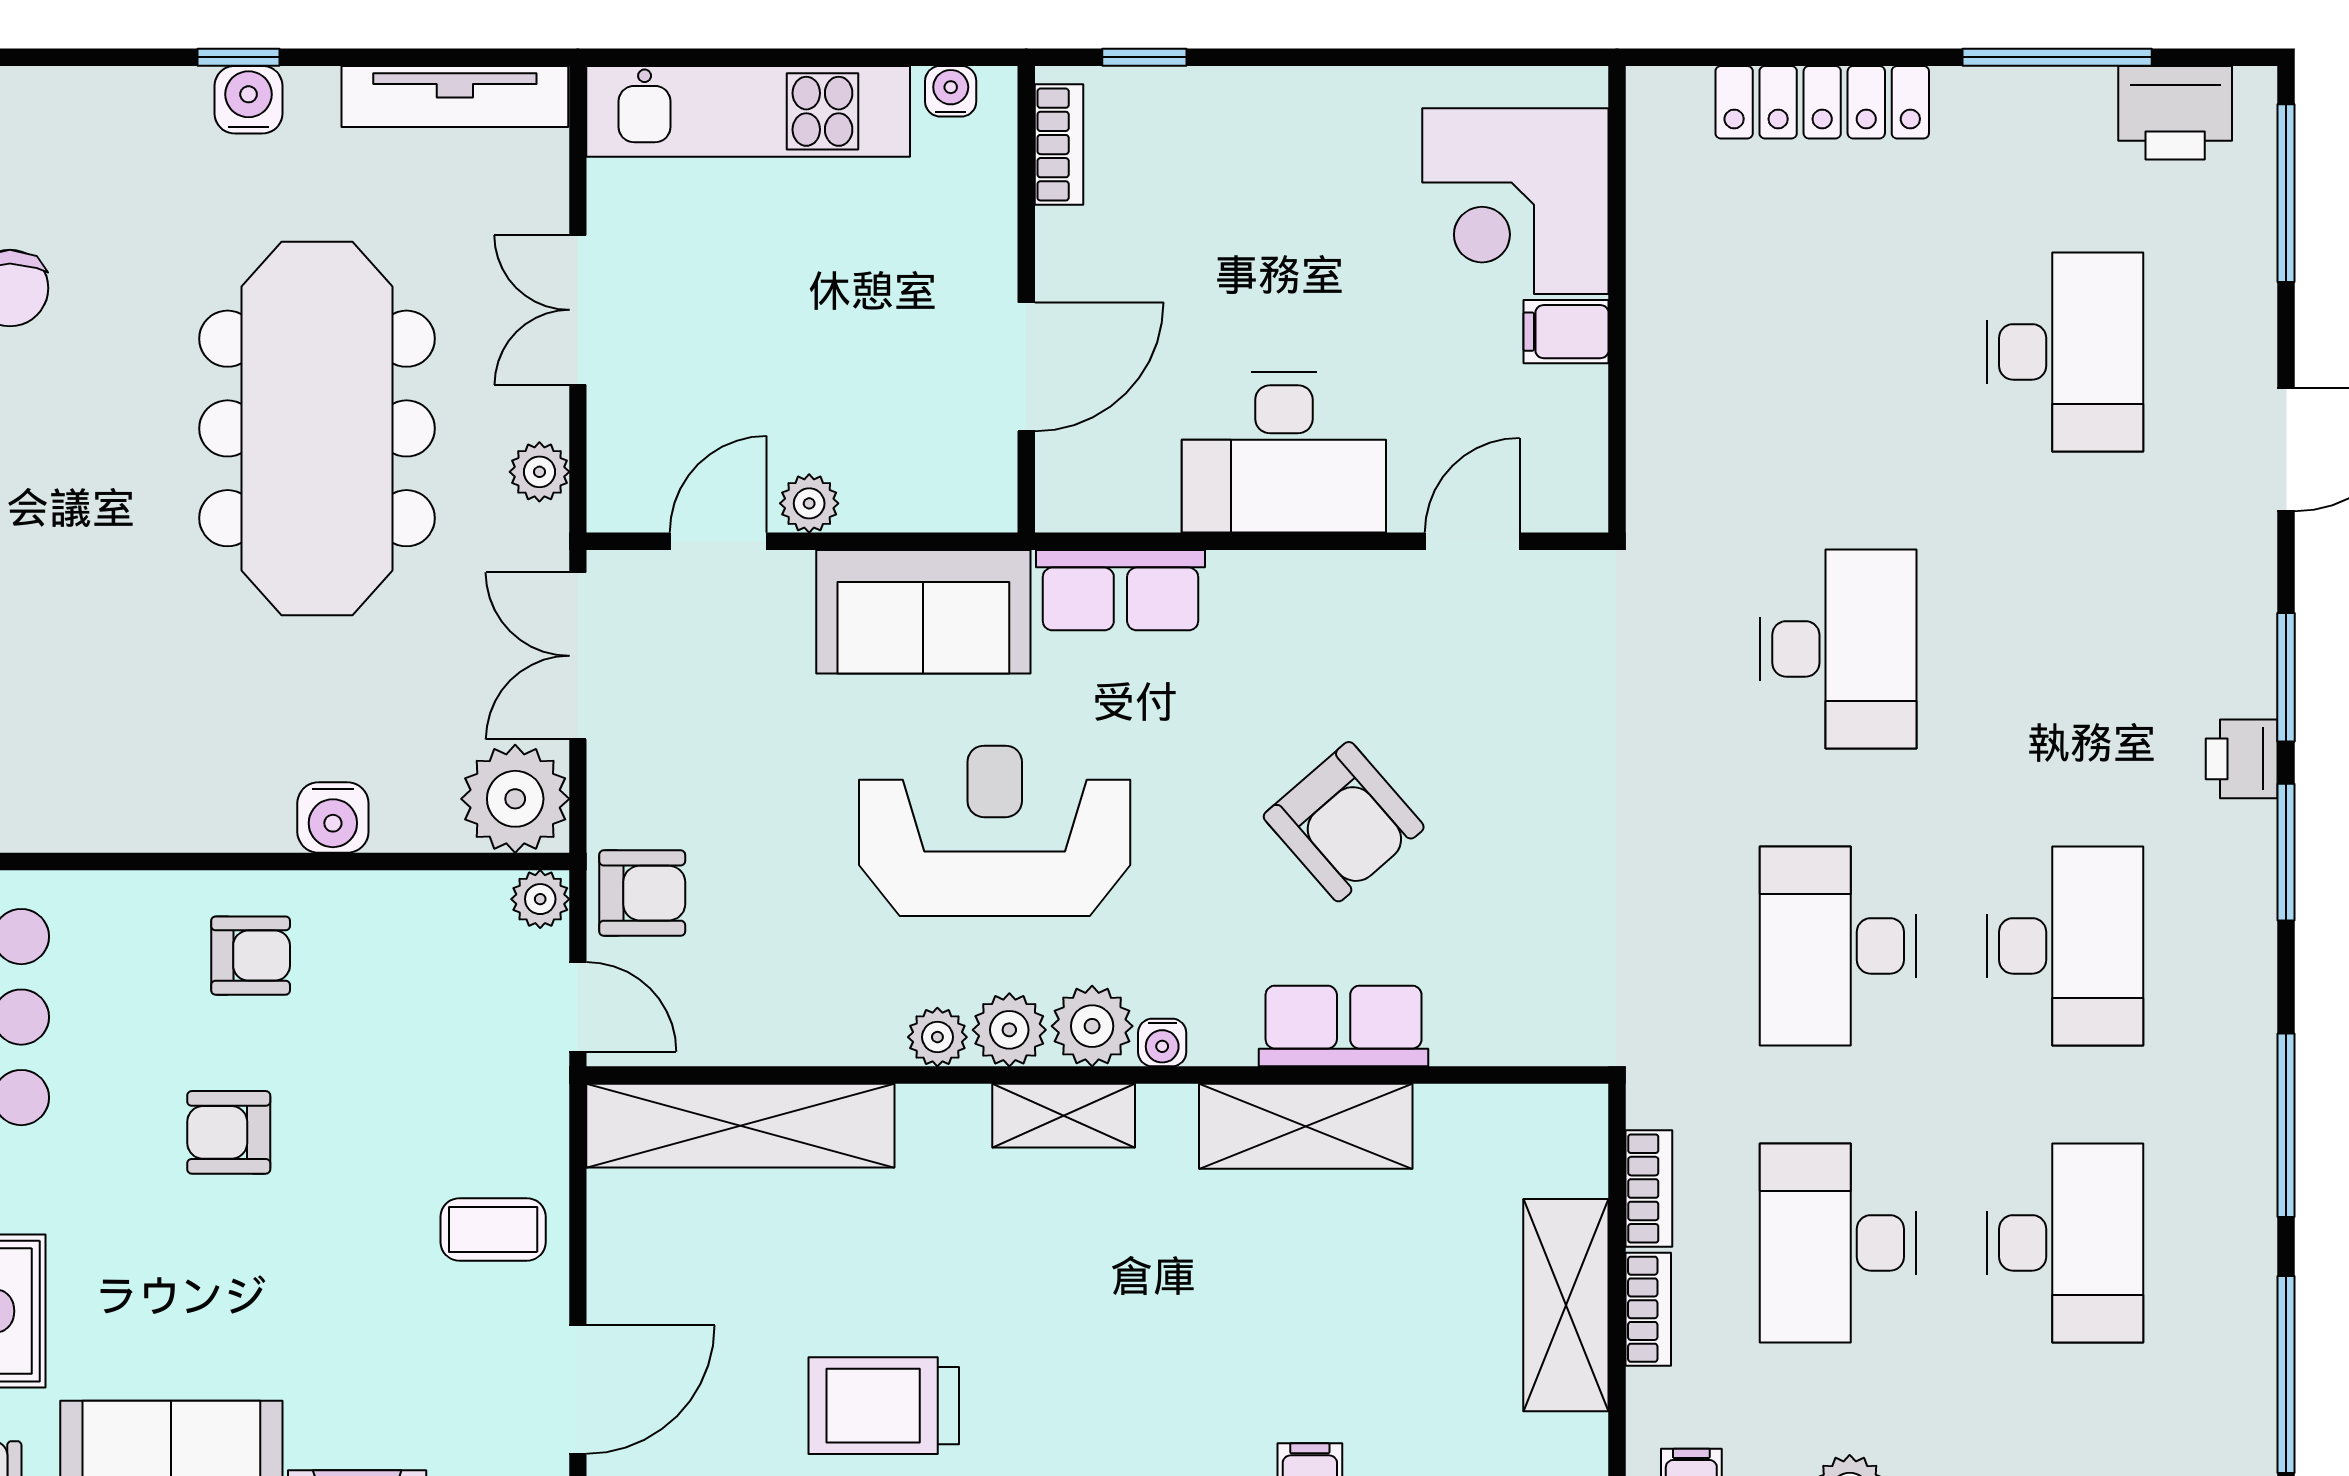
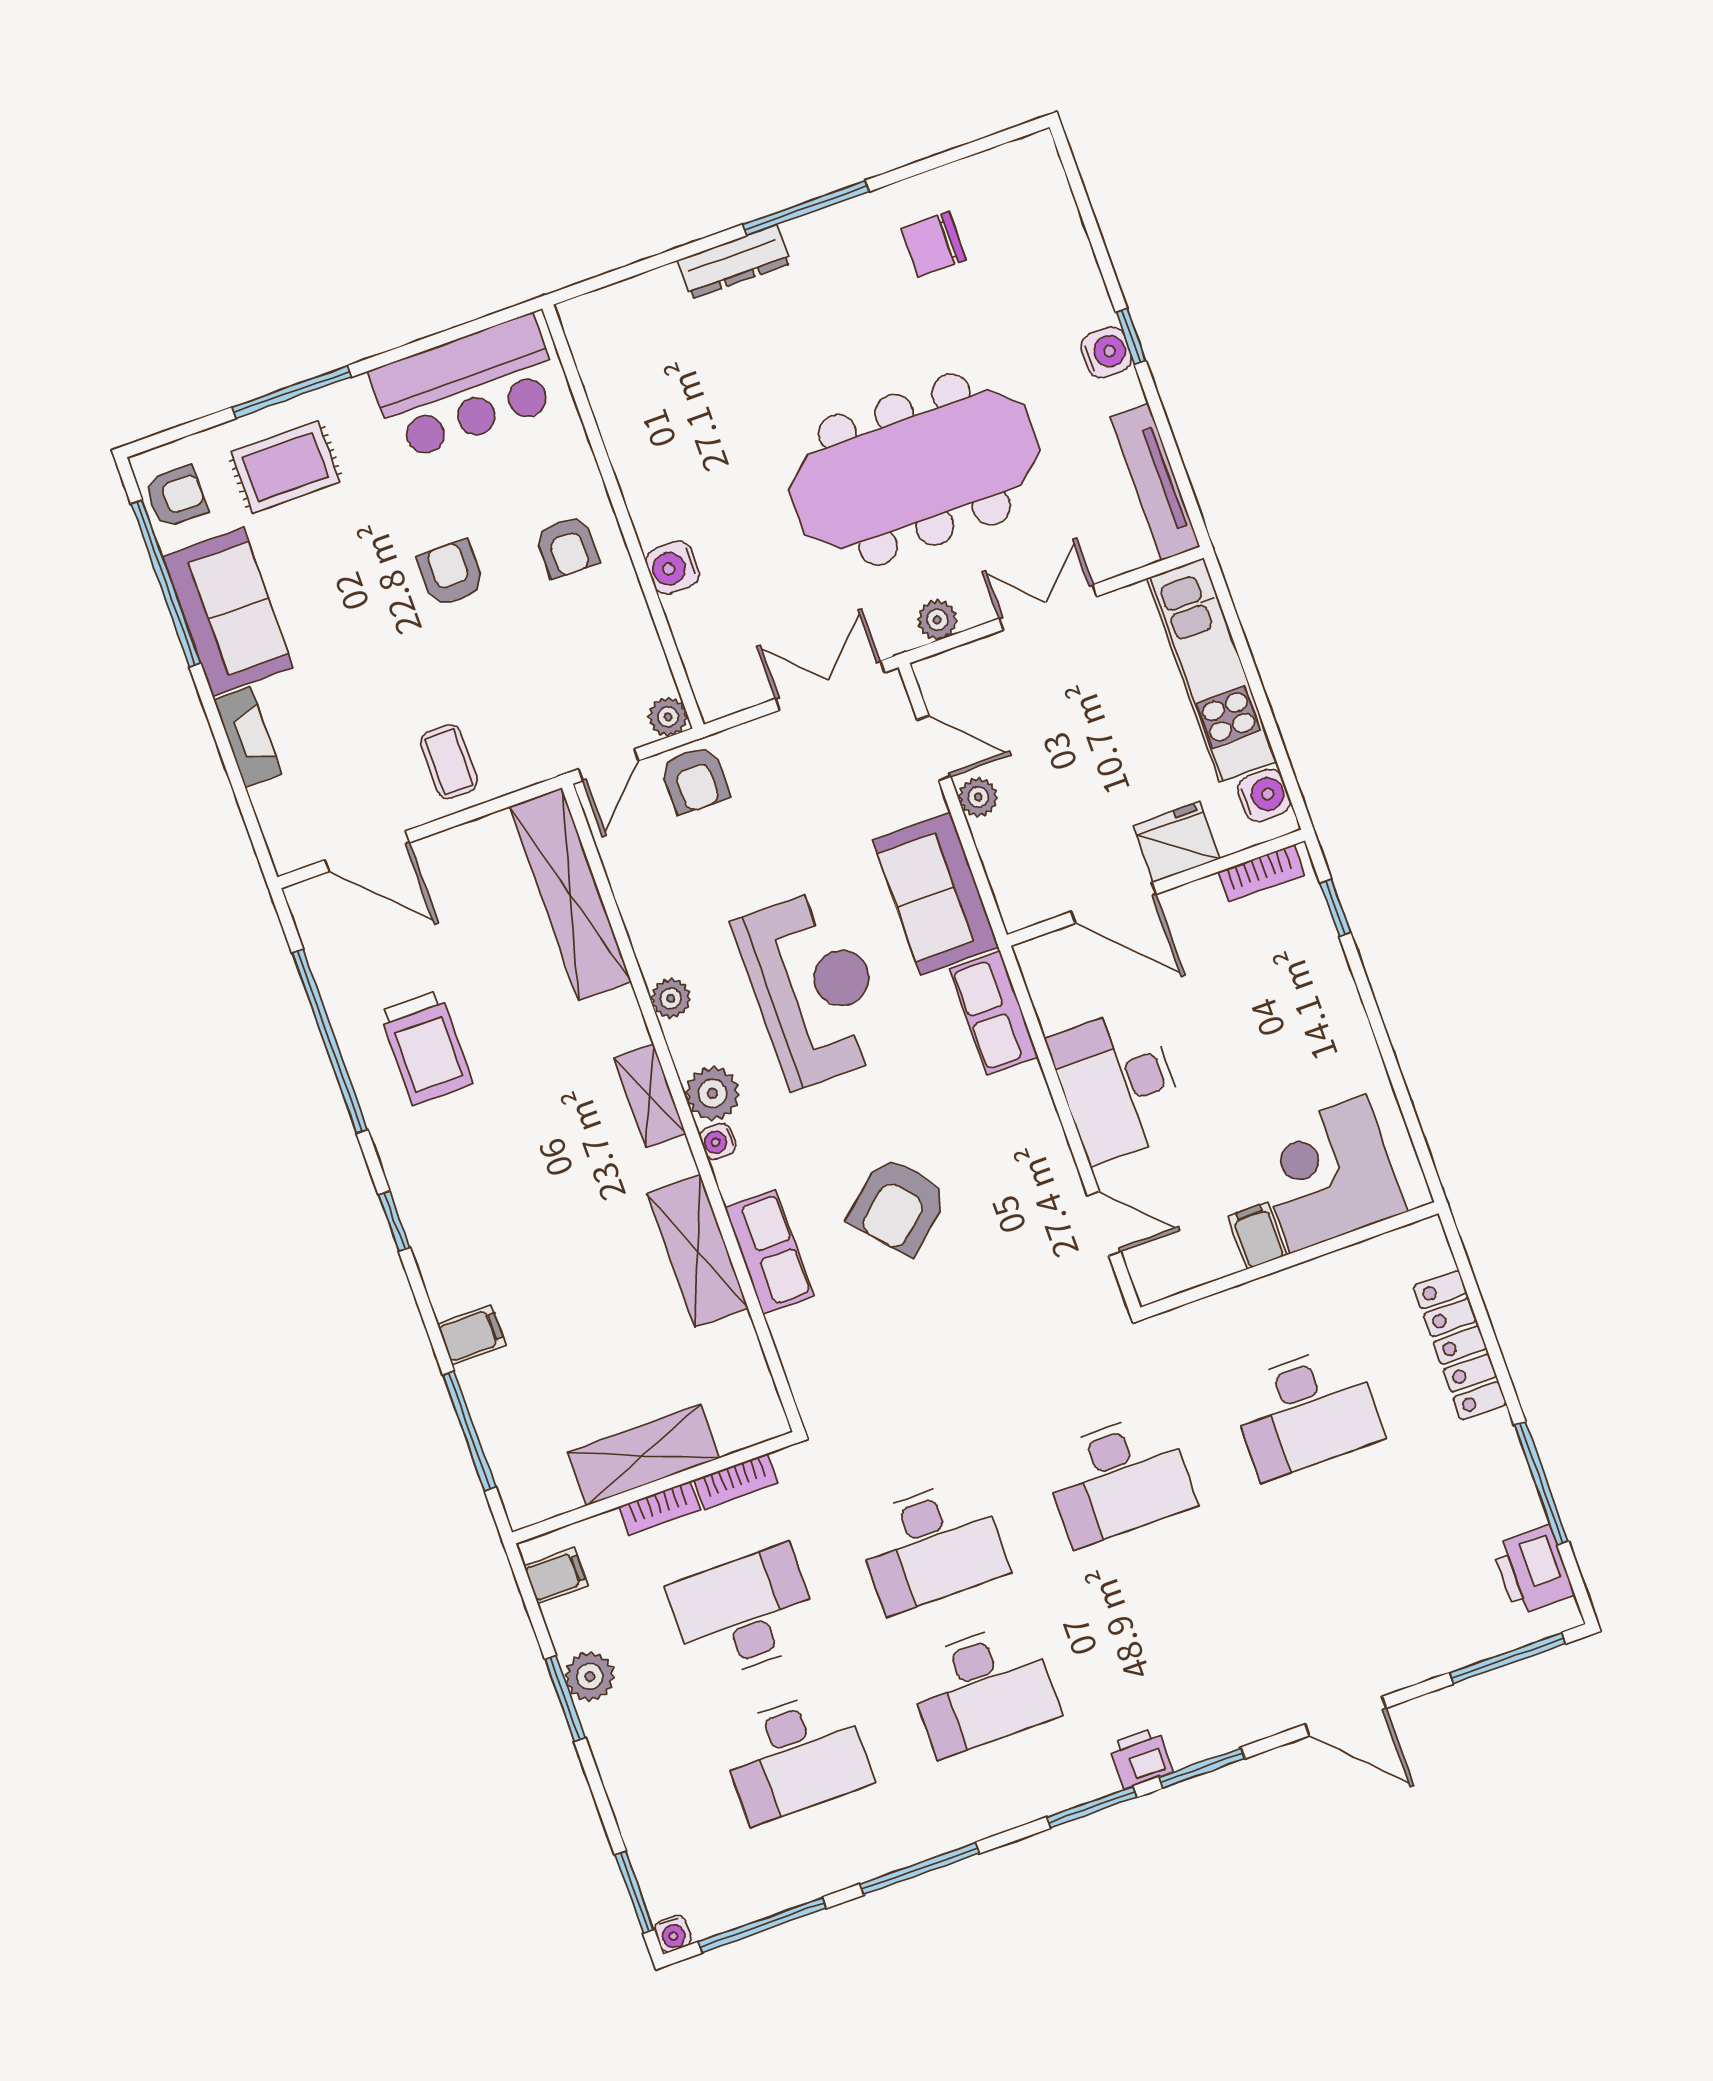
water cooler: (951, 91) -> (1264, 795), width x1.38, depth x1.38
fridge: (972, 248) -> (1176, 842), added
desk: (2065, 352) -> (1306, 1412), moved
plant: (515, 799) -> (726, 678), removed
desk: (1838, 946) -> (931, 1546), turned 180
plant: (1009, 1030) -> (691, 1042), removed
trolley: (884, 1406) -> (426, 1048), turned 180

